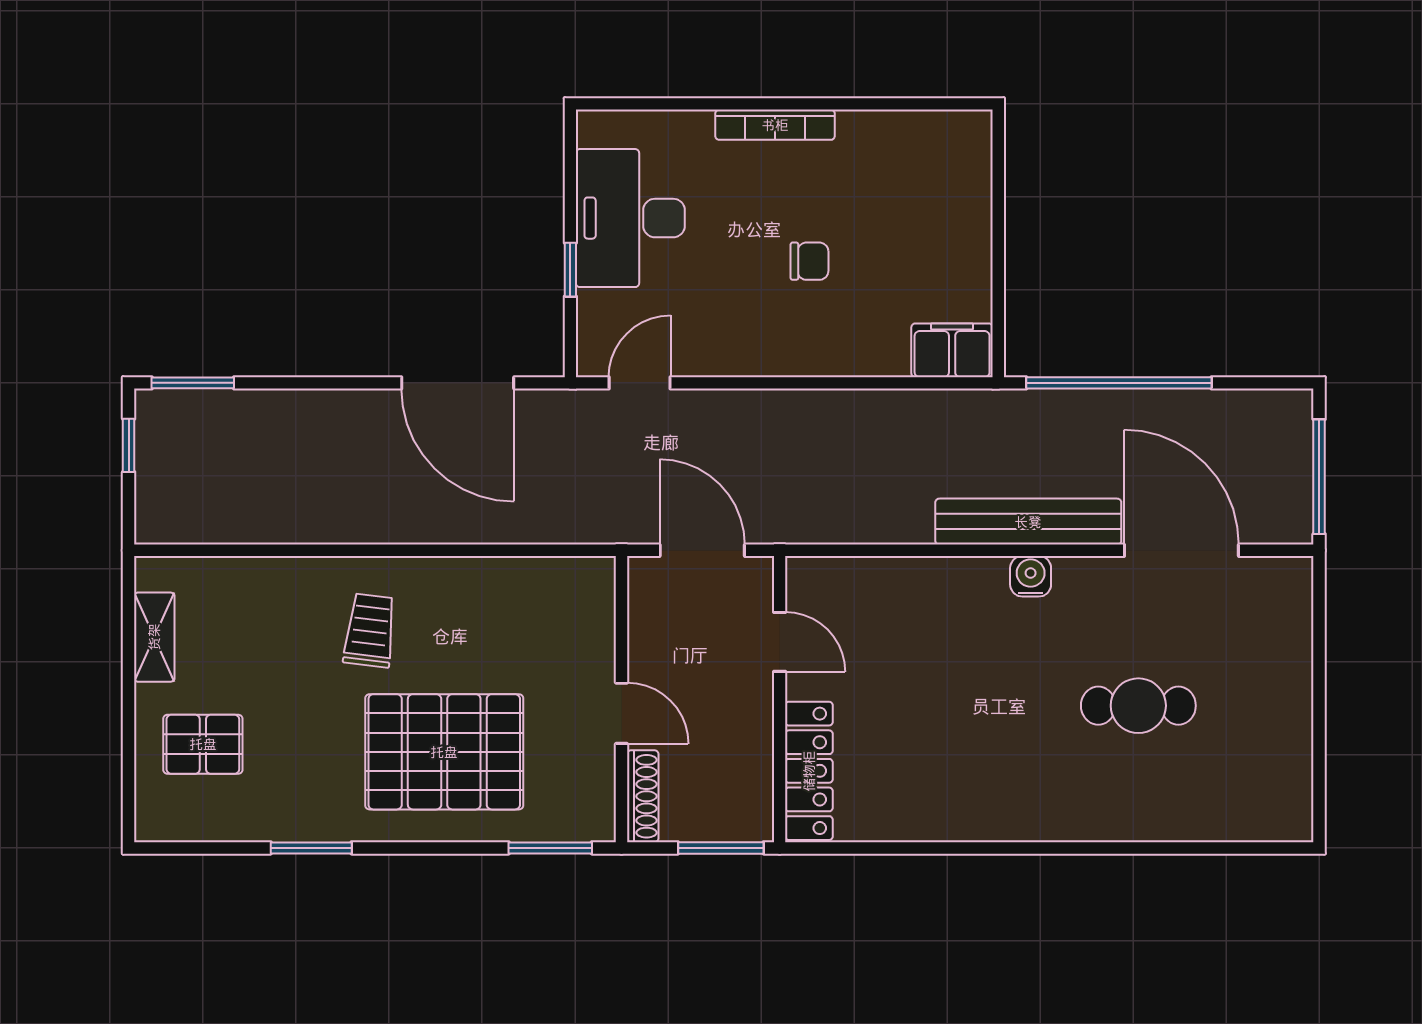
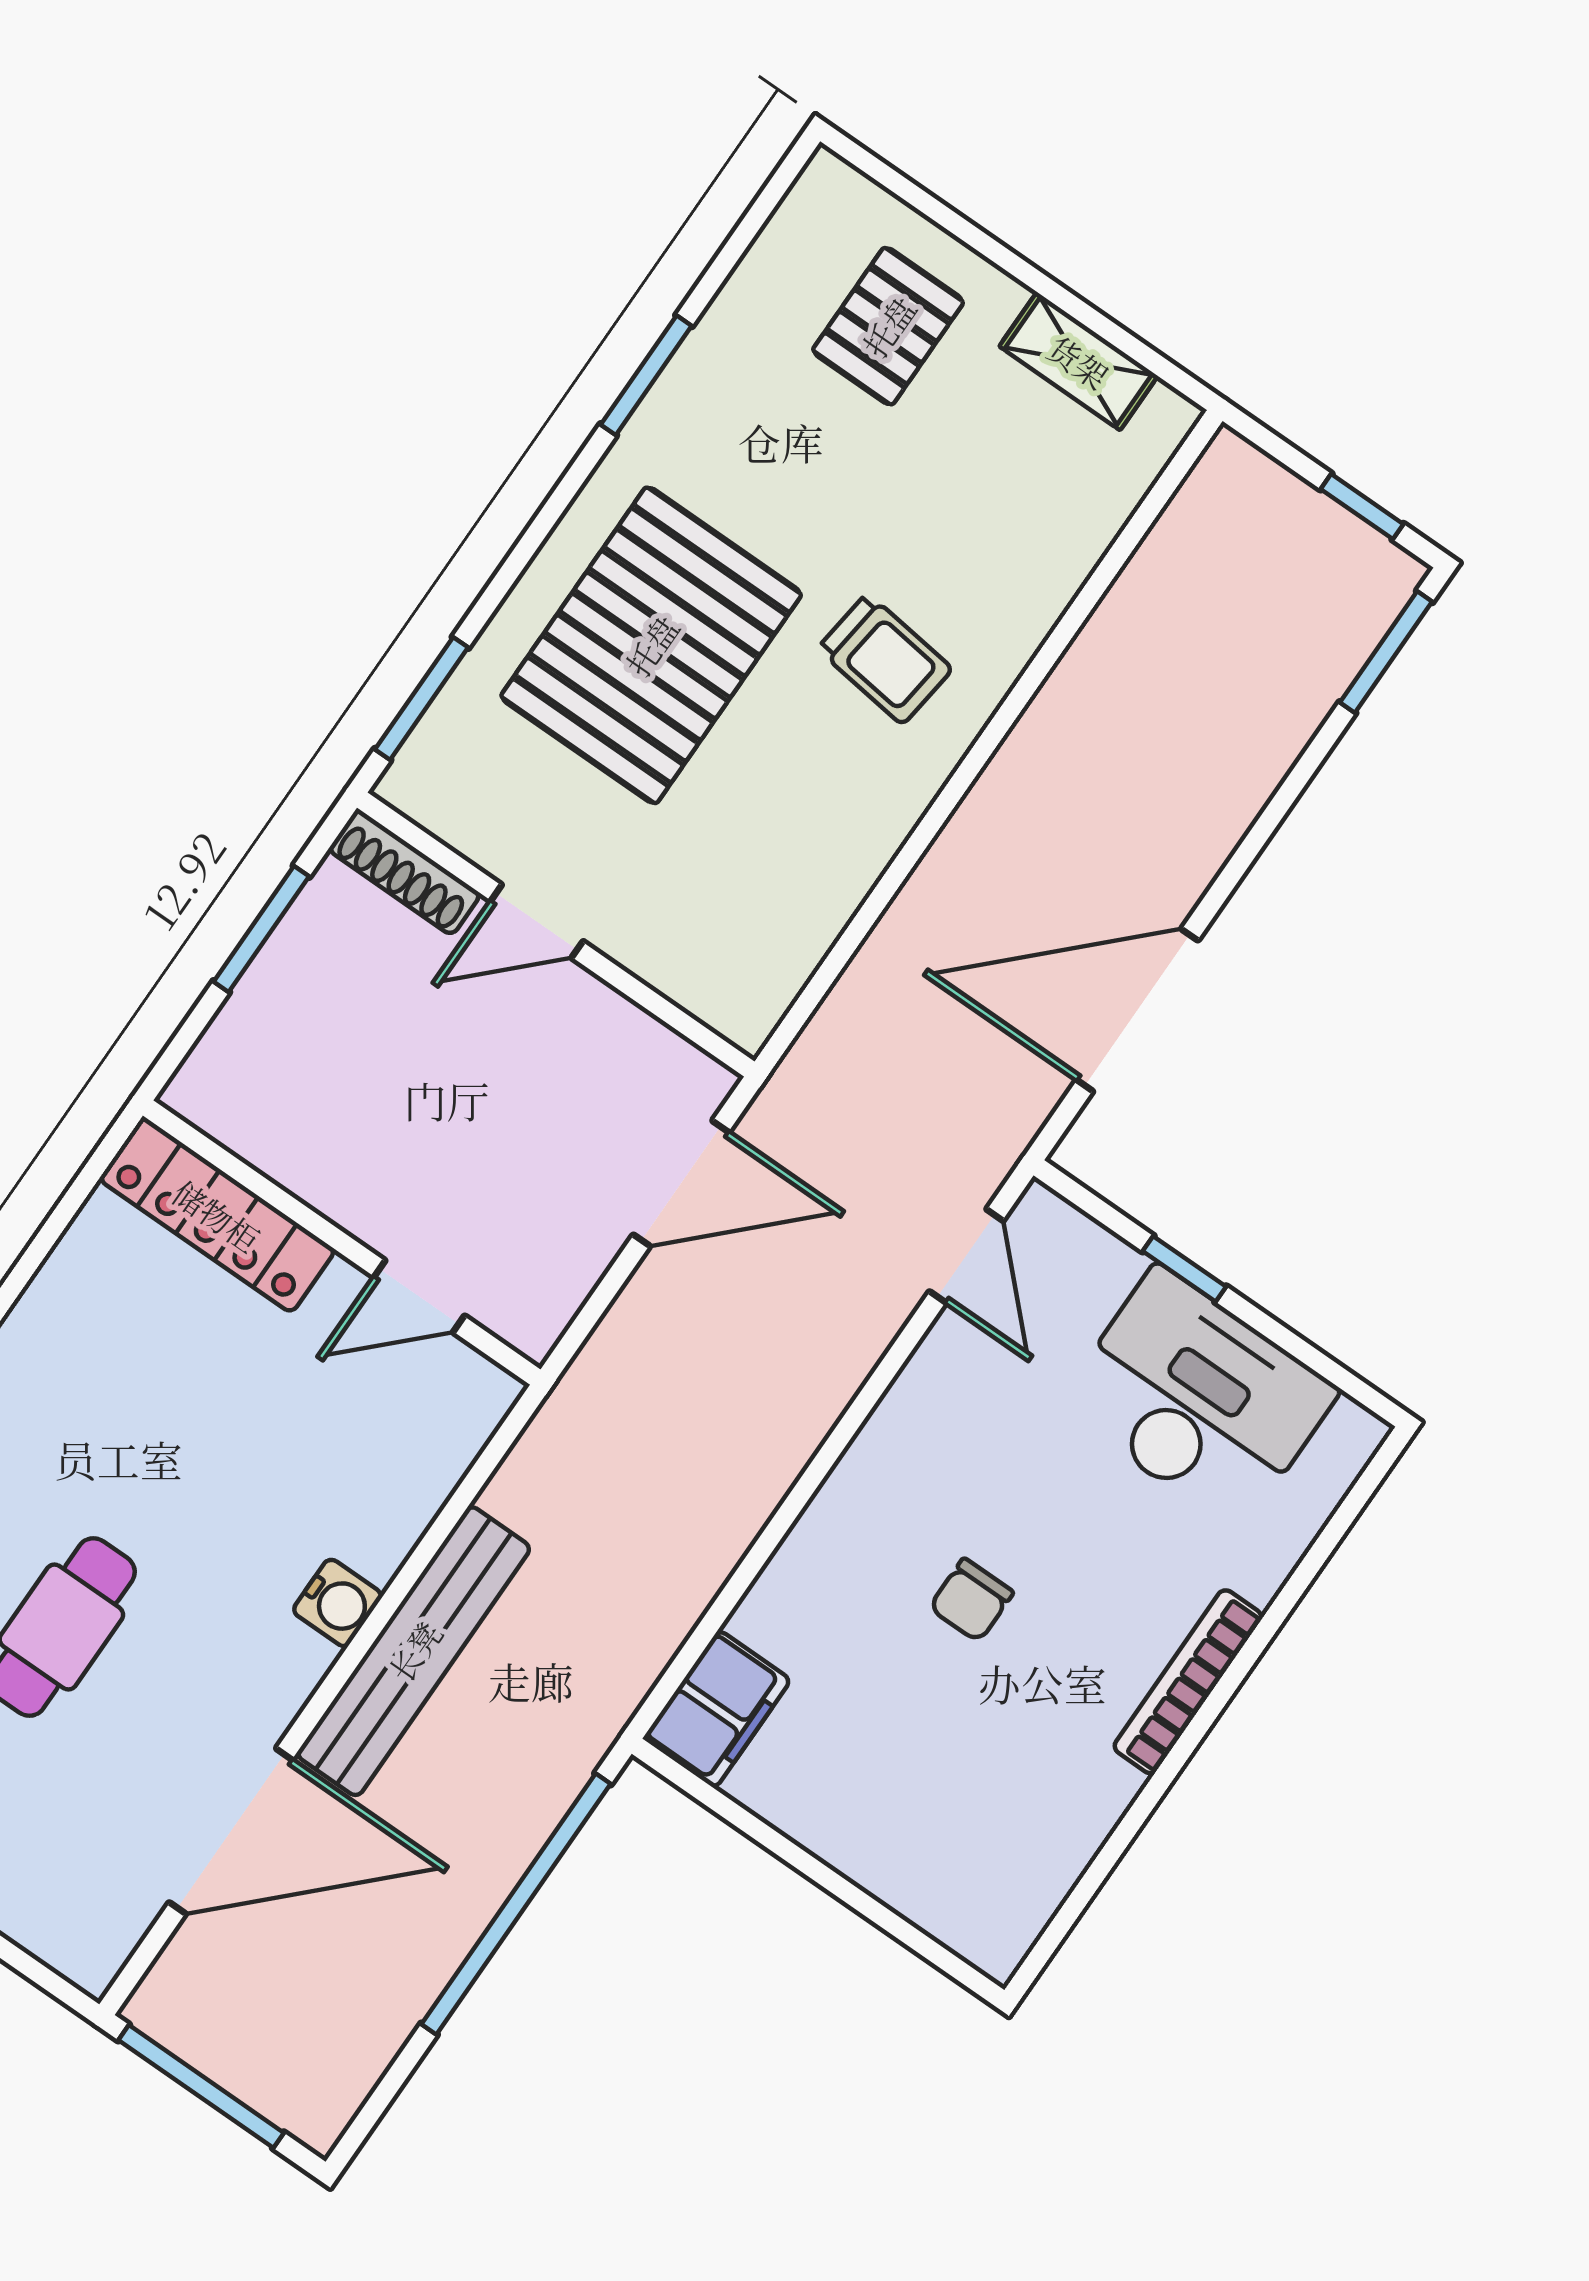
door: (780, 642) -> (419, 1296), moved
wall: (780, 699) -> (342, 1243), moved
locker: (809, 771) -> (217, 1215), moved

